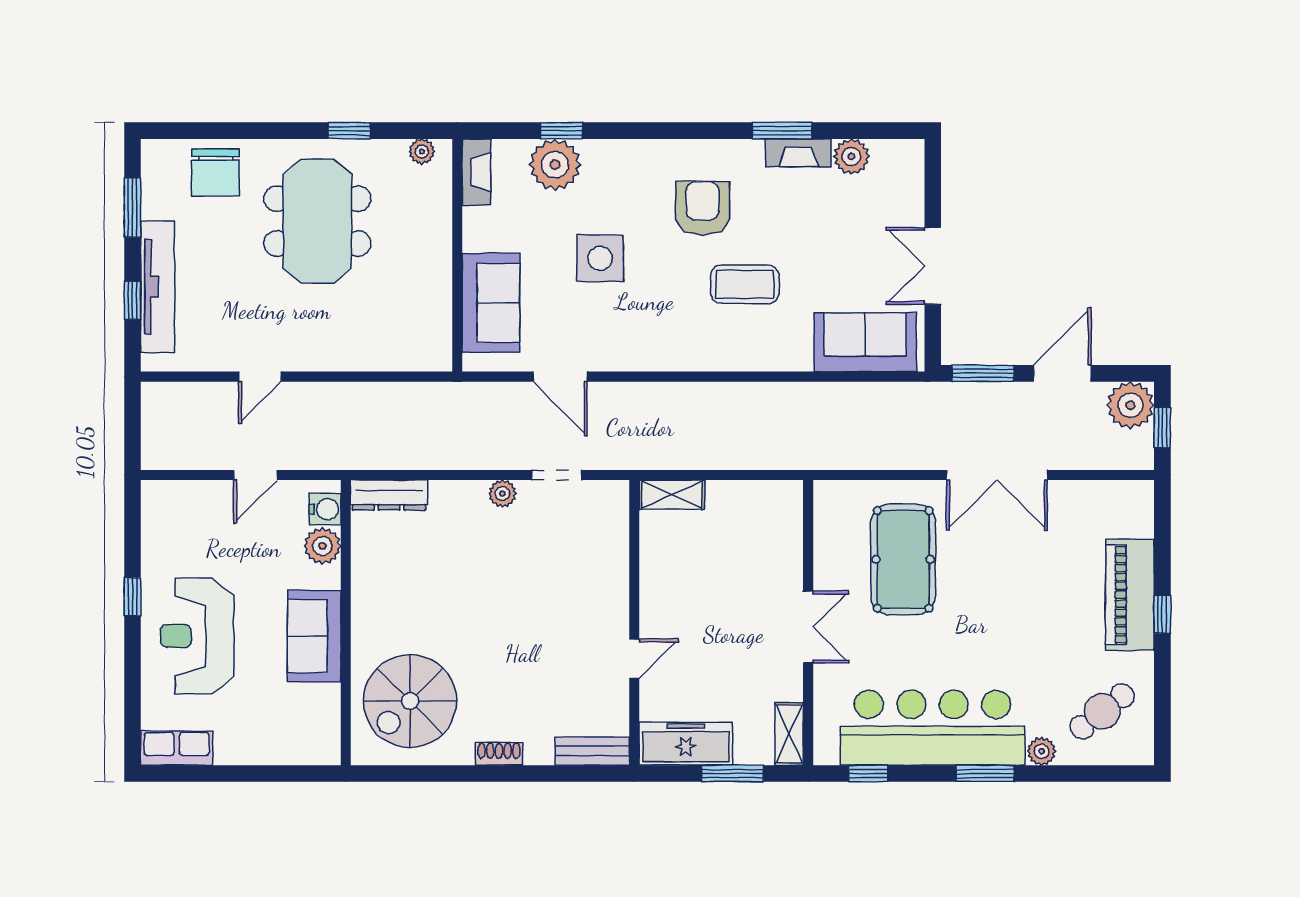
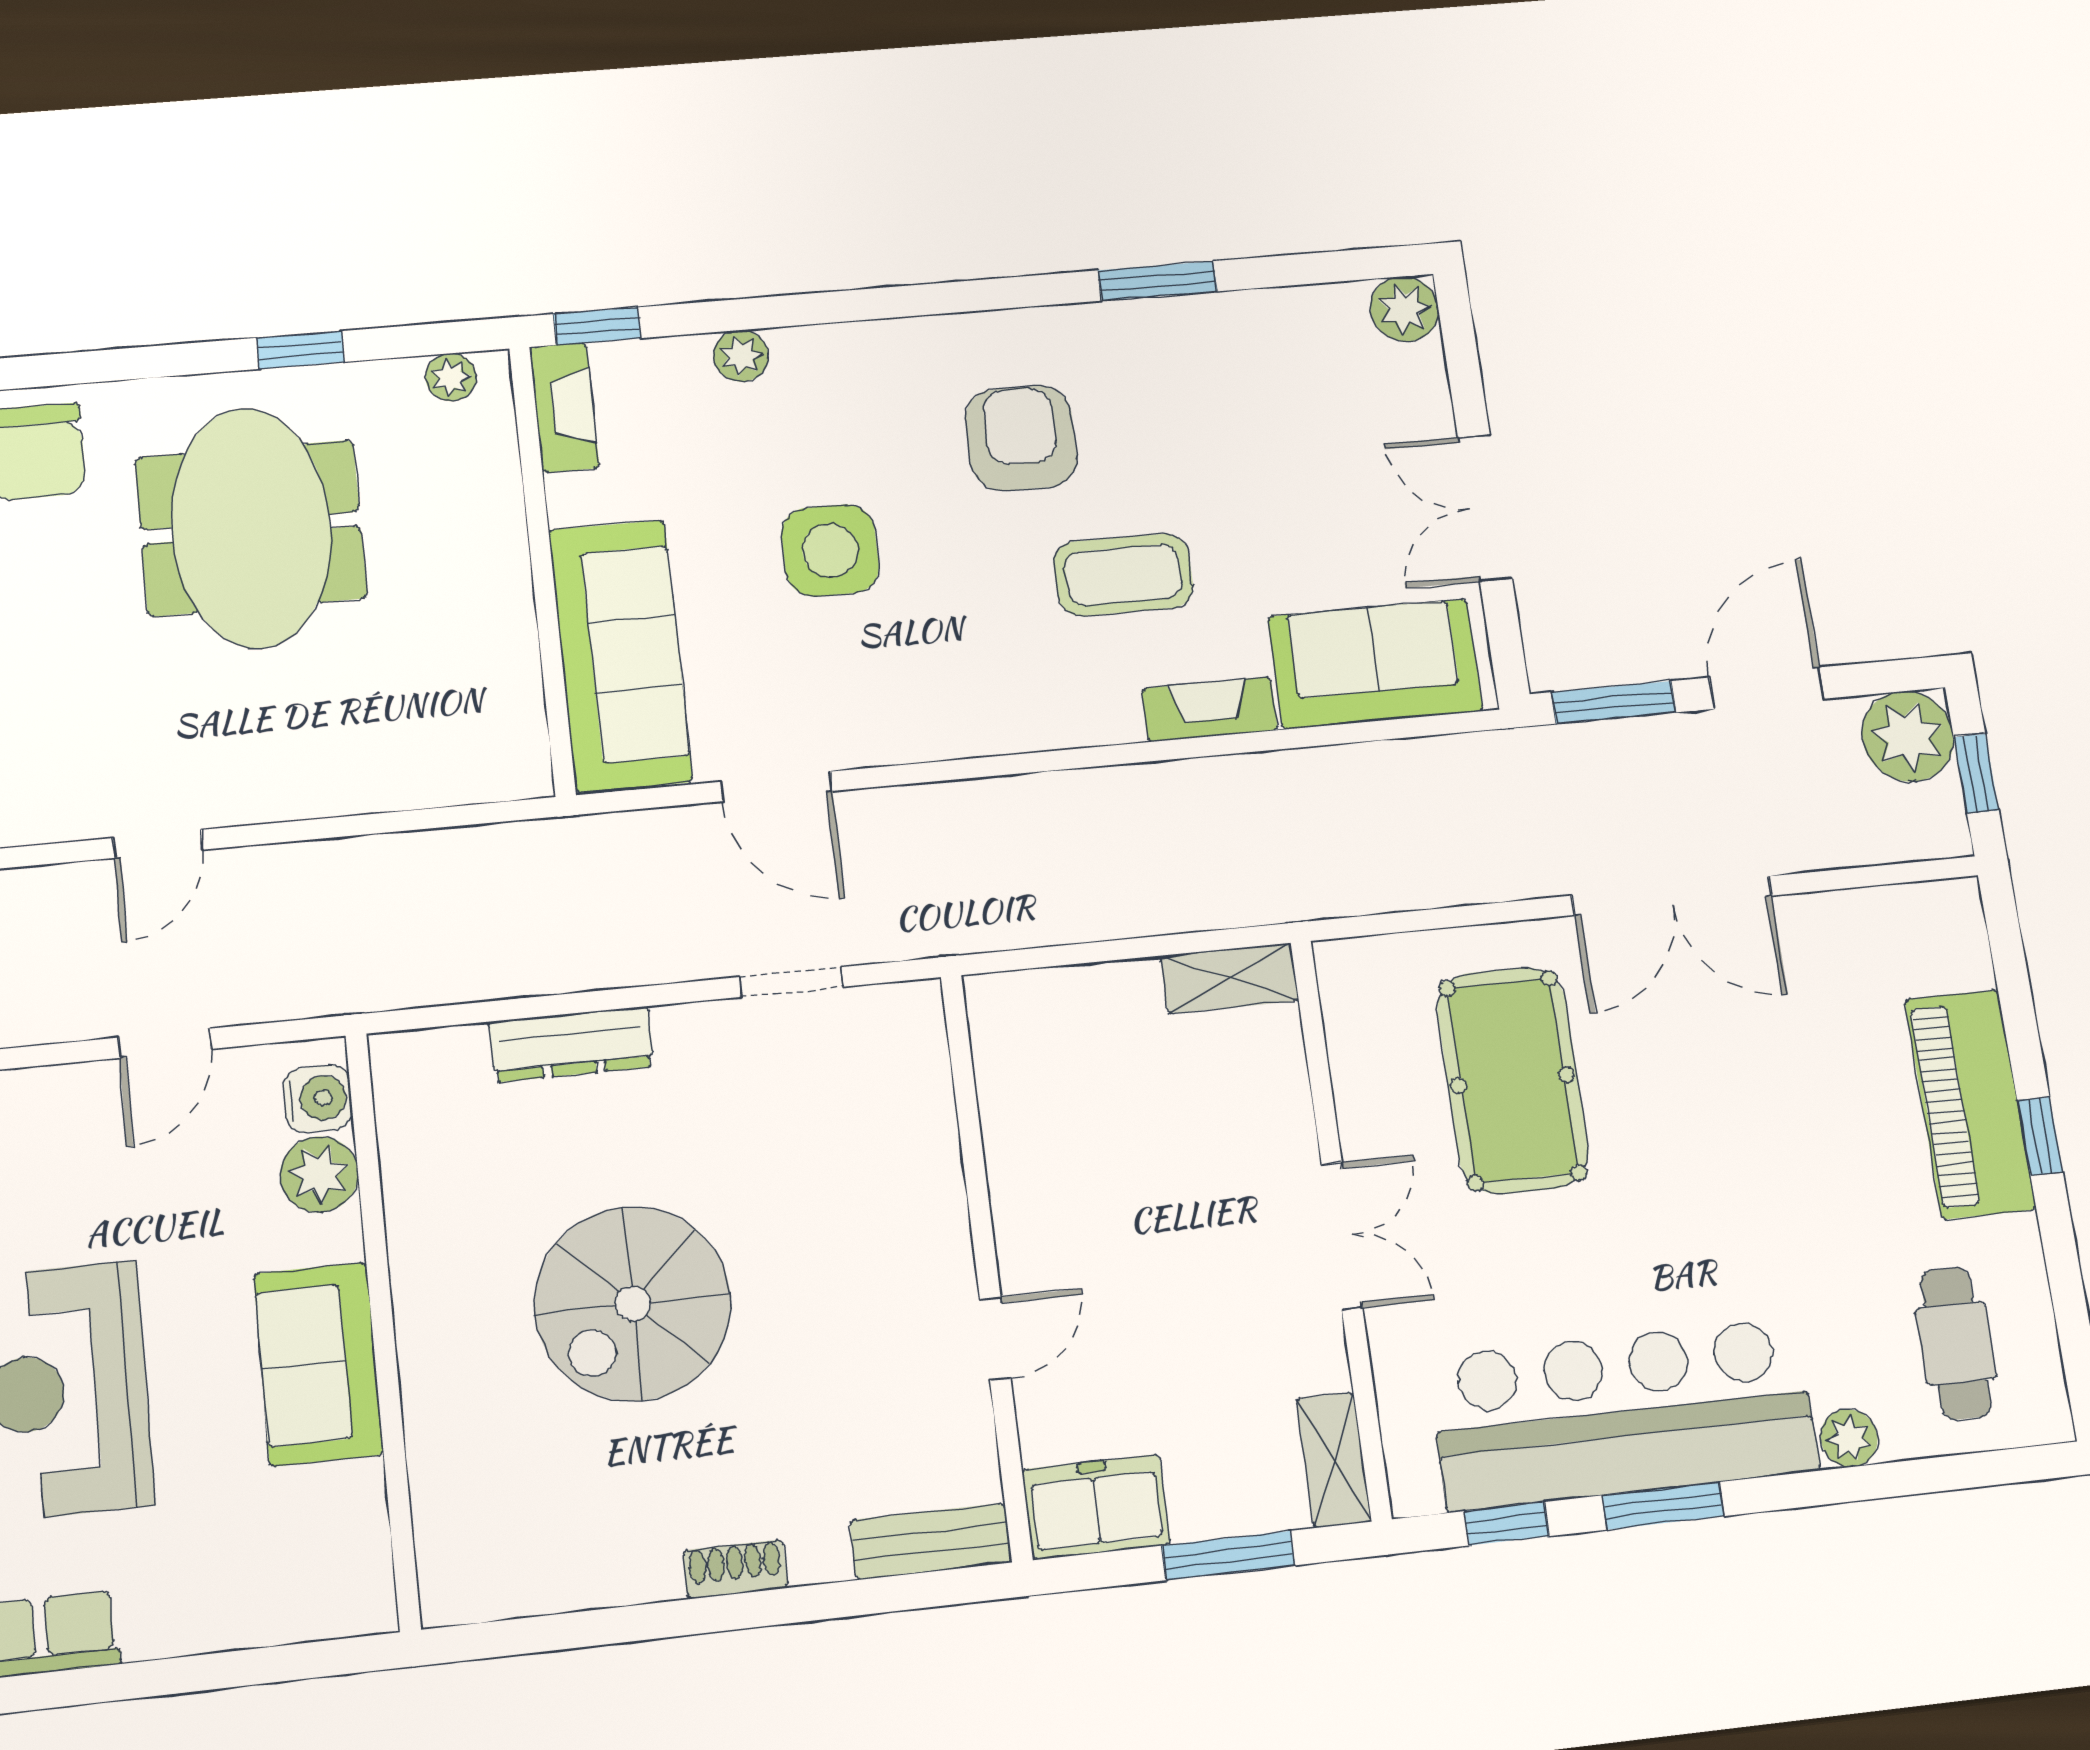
window: (561, 131) -> (597, 326), moved
fireplace: (798, 153) -> (1210, 709), moved, turned 180
plant: (851, 156) -> (1405, 309), moved
plant: (555, 165) -> (741, 356), width x0.53, depth x0.53
sofa: (491, 303) -> (620, 655), width x1.36
plant: (502, 494) -> (684, 1030), removed
dresser: (389, 495) -> (571, 1044), moved
shelving: (672, 495) -> (1230, 978), moved
spiral stairs: (410, 701) -> (633, 1304), moved
cafe table: (1102, 711) -> (1956, 1343), turned -52
freezer: (686, 744) -> (1096, 1507), width x0.71
window: (985, 773) -> (1663, 1506), moved

